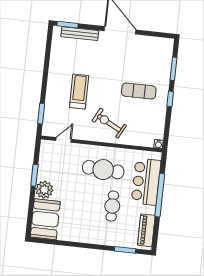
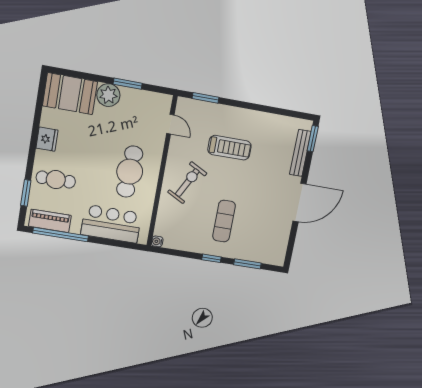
window: (160, 195) -> (61, 234), moved
cafe table: (112, 206) -> (56, 180), moved
fridge: (82, 235) -> (47, 139), added

